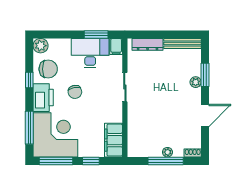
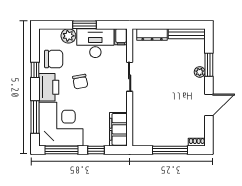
window: (96, 34) -> (84, 25), moved
plant: (41, 46) -> (68, 36), moved
plant: (167, 152) -> (172, 141), removed

